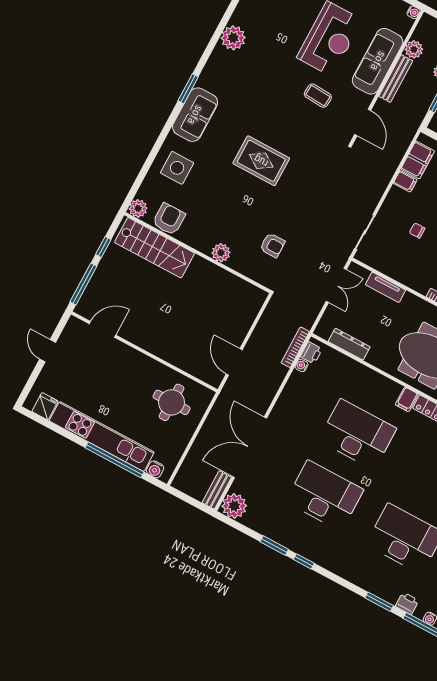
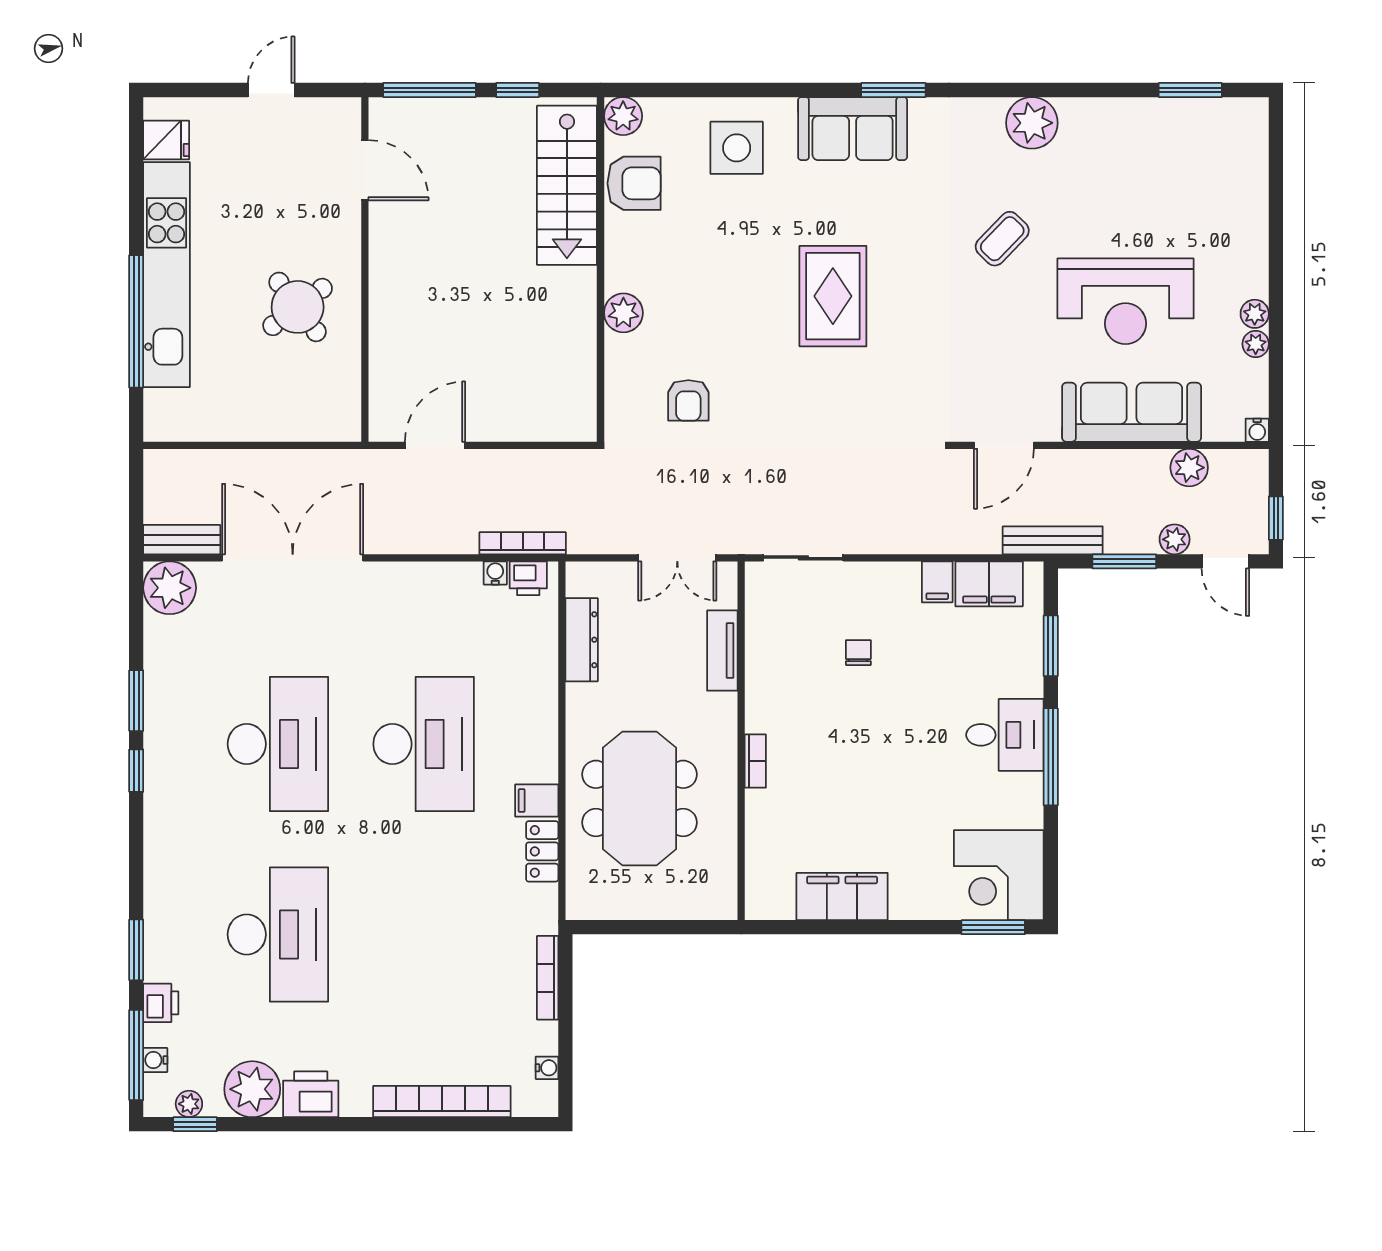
bench: (396, 79) -> (1053, 540), moved
coffee table: (318, 96) -> (1002, 239), moved, turned 40
round table: (172, 402) -> (298, 307), moved, turned -37
water cooler: (155, 469) -> (159, 406), removed

